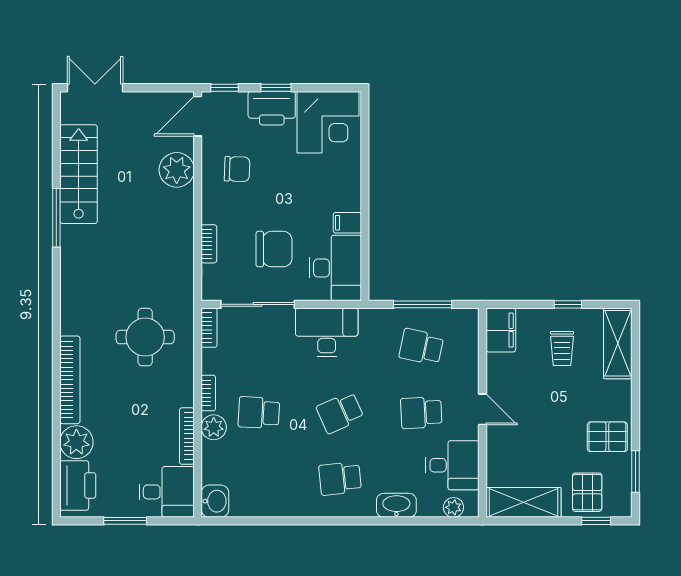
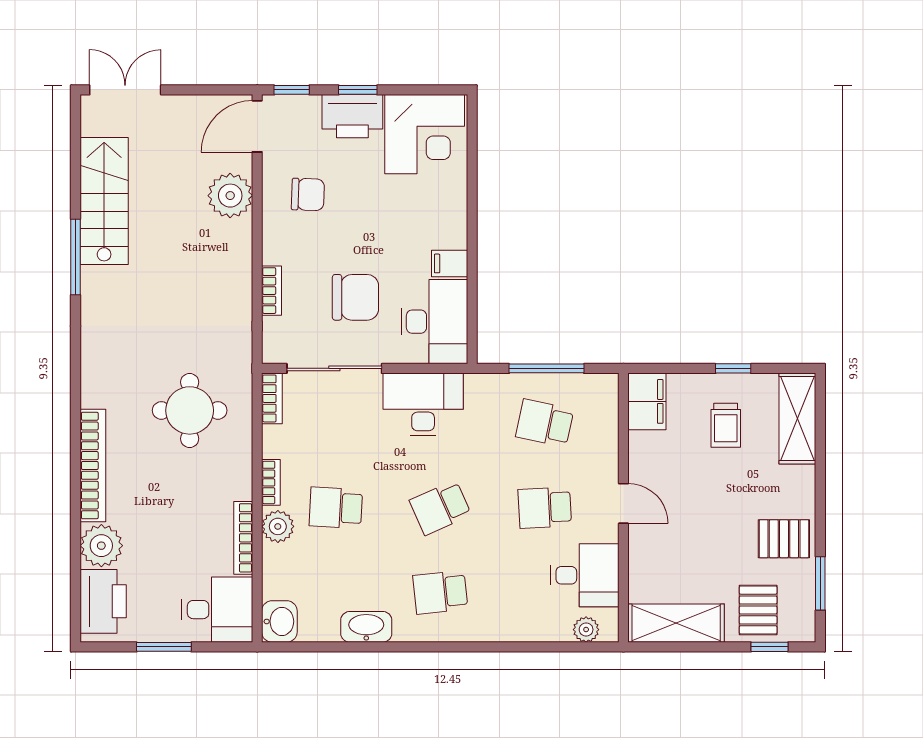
washbasin: (396, 505) -> (366, 627), moved

